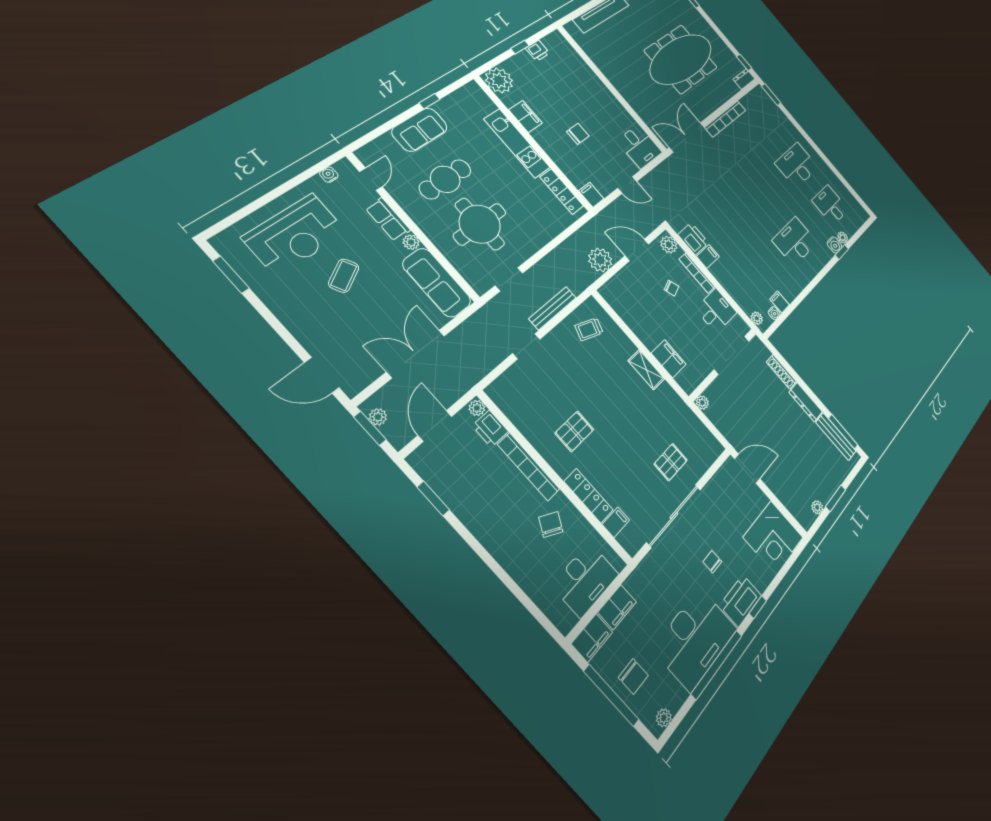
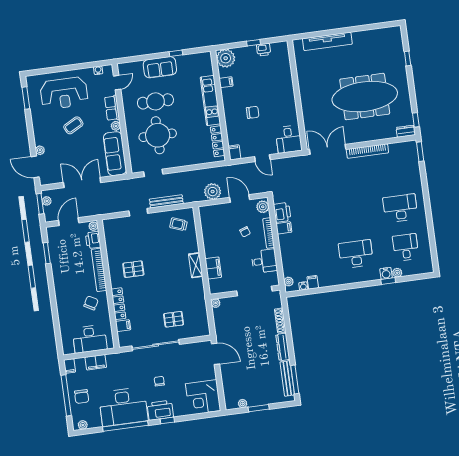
filing cabinet: (525, 116) -> (226, 82), width x0.50
plant: (312, 344) -> (40, 150), added
filing cabinet: (592, 638) -> (70, 366), width x0.50

